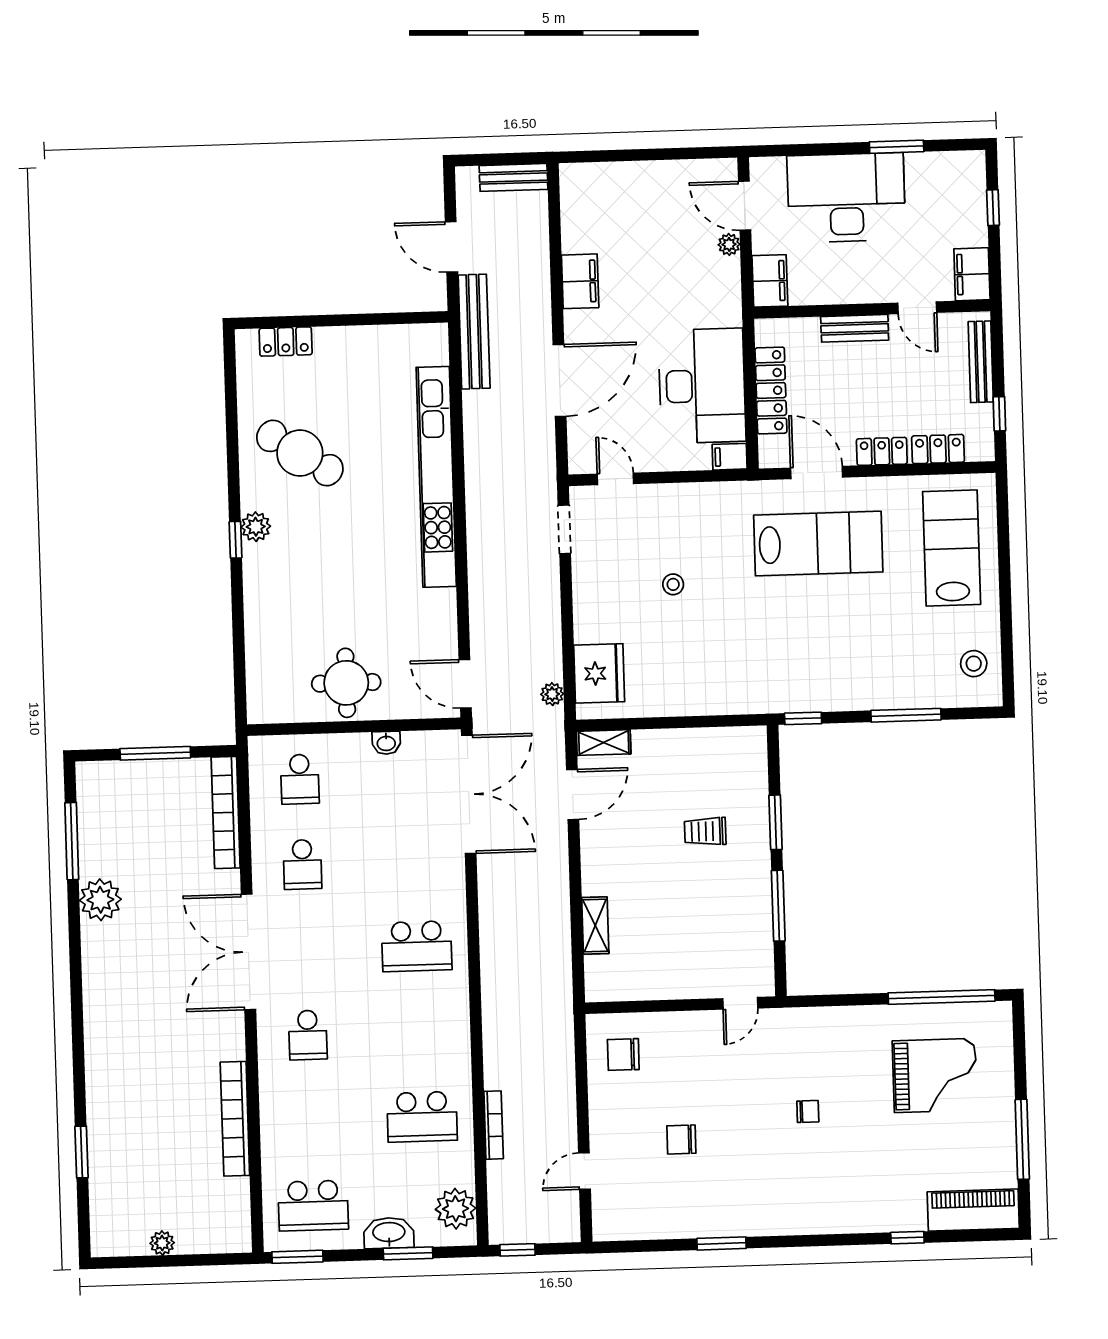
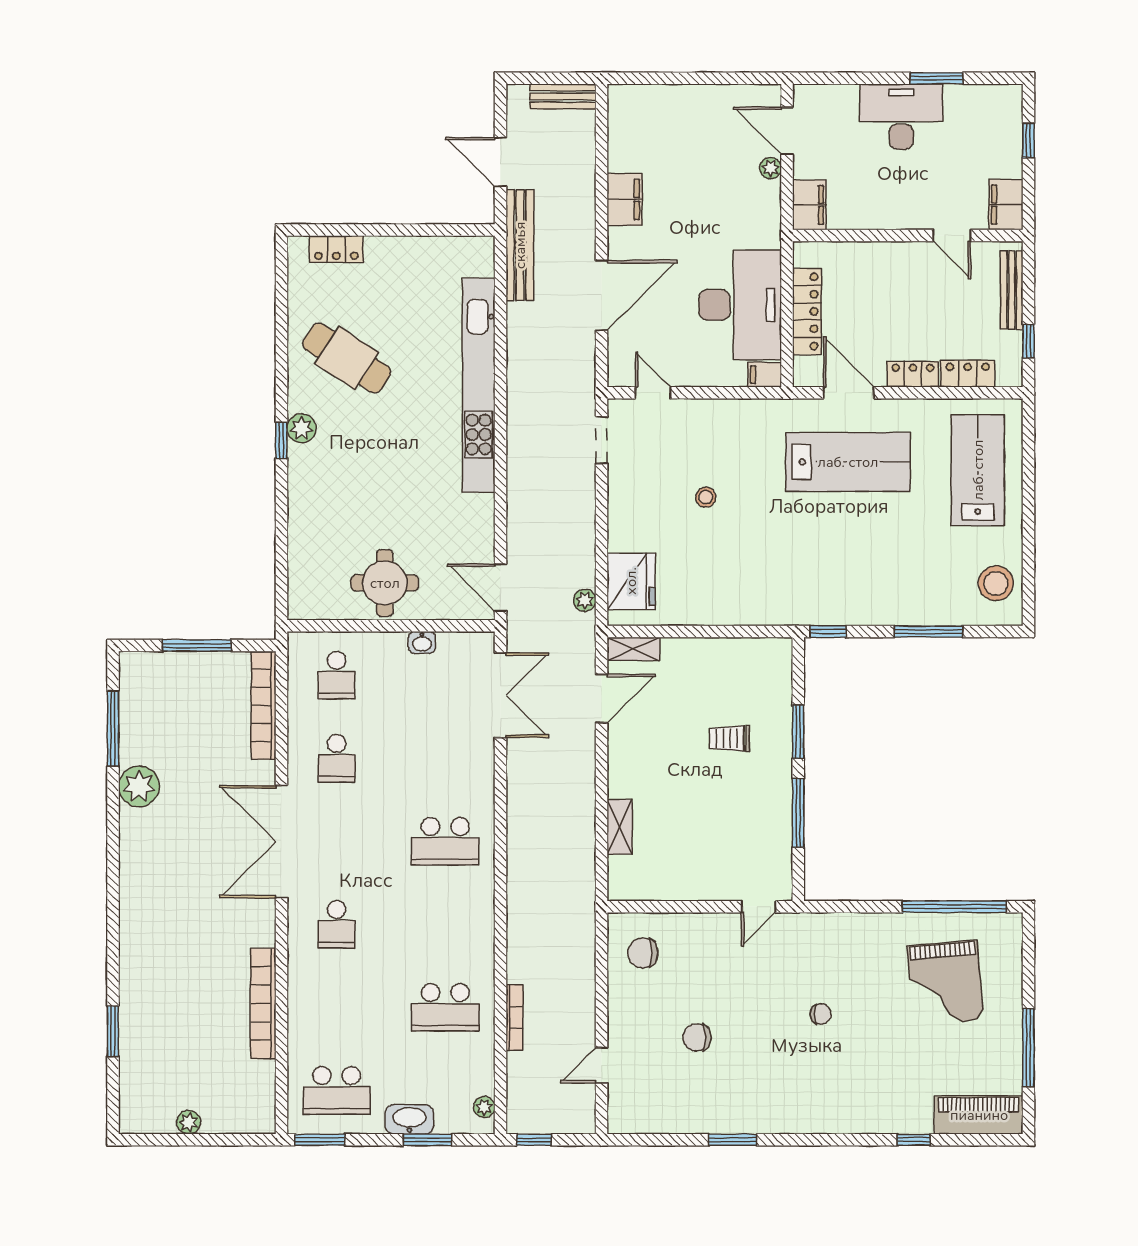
desk: (846, 198) -> (901, 116), width x0.73, depth x0.77
bench: (855, 328) -> (890, 254), removed
stool: (974, 664) -> (996, 583), width x1.38, depth x1.38
double door: (469, 794) -> (500, 695), width x0.73
grand piano: (935, 1075) -> (945, 983), turned 85
plant: (456, 1209) -> (484, 1107), width x0.53, depth x0.53

